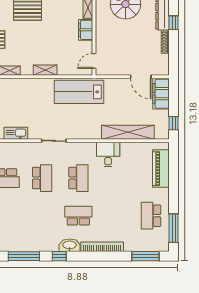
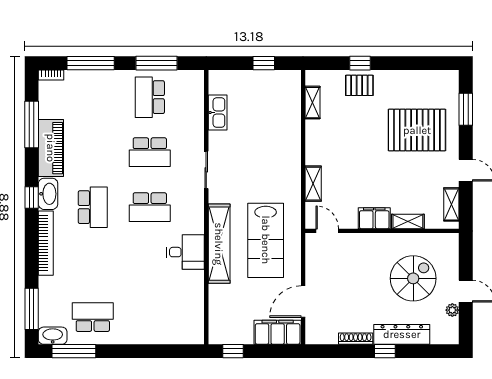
shelving: (45, 70) -> (313, 184), moved
lab bench: (79, 92) -> (266, 240), moved, turned 180
shelving: (128, 132) -> (219, 244), moved
piano: (161, 169) -> (51, 148), moved, turned 90
washbasin: (163, 242) -> (53, 336), added
window: (59, 256) -> (32, 197), moved

